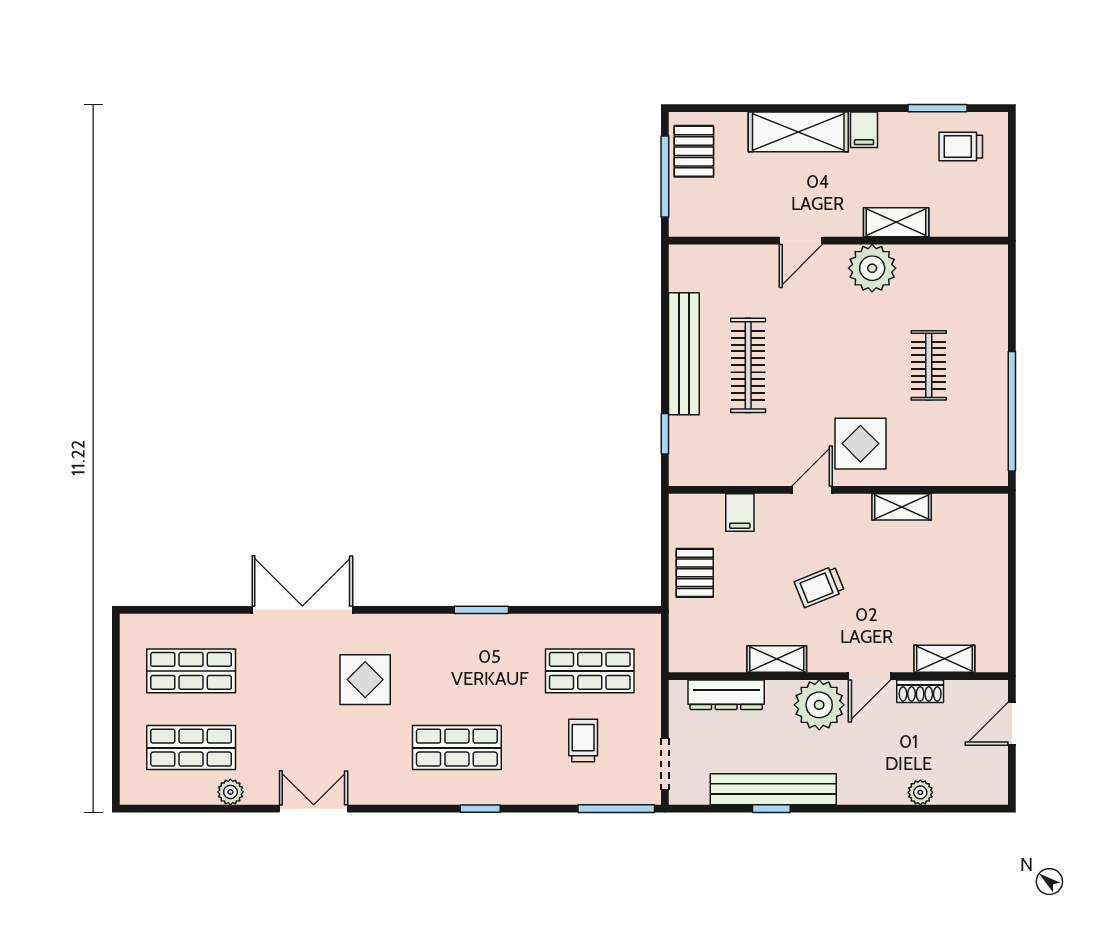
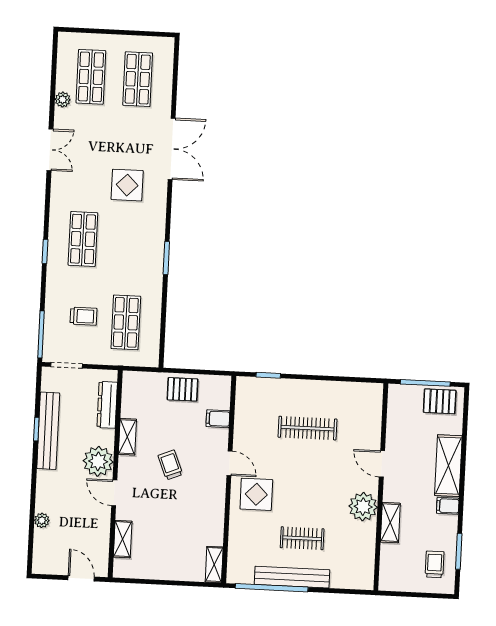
bench: (684, 354) -> (292, 577), moved
shelving: (902, 507) -> (214, 565), moved
shoe rack: (920, 691) -> (104, 523), removed

